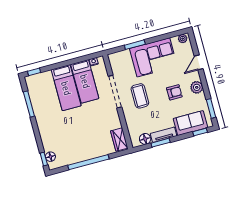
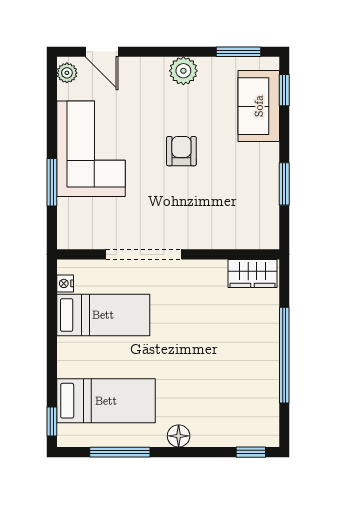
door: (199, 62) -> (102, 52), moved
bed: (66, 88) -> (106, 401), moved
armchair: (174, 92) -> (181, 151), moved
coffee table: (140, 96) -> (168, 202), removed
tv unit: (164, 135) -> (268, 172), removed
floor lamp: (145, 139) -> (267, 216), removed
floor lamp: (50, 157) -> (179, 436), moved

